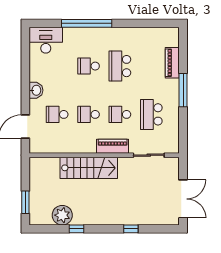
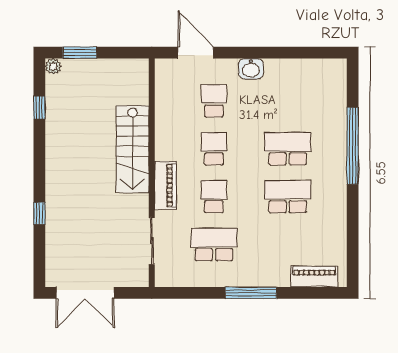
desk: (46, 40) -> (327, 84), removed
piano: (172, 63) -> (314, 277), moved
school desk: (88, 66) -> (288, 149), width x1.85
plant: (62, 215) -> (53, 66), moved, width x0.53, depth x0.53
window: (77, 229) -> (39, 108), moved

